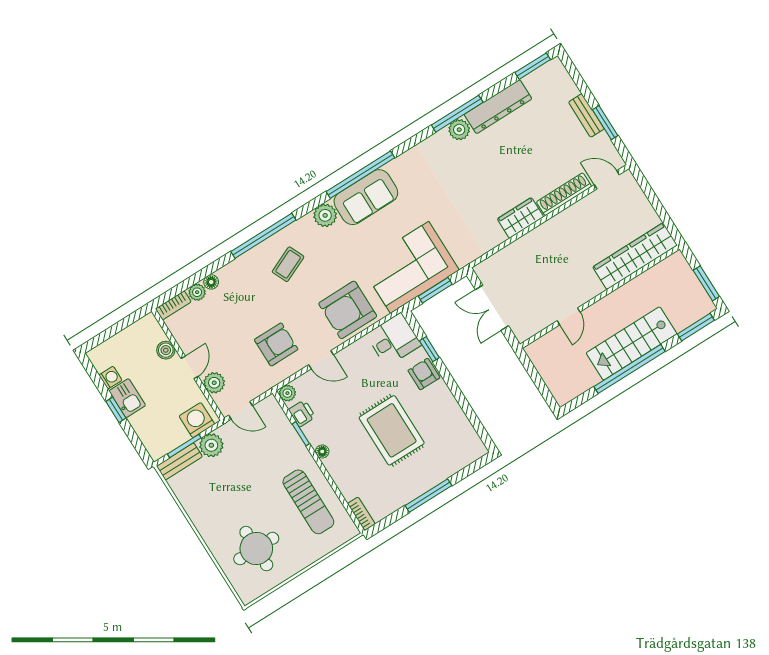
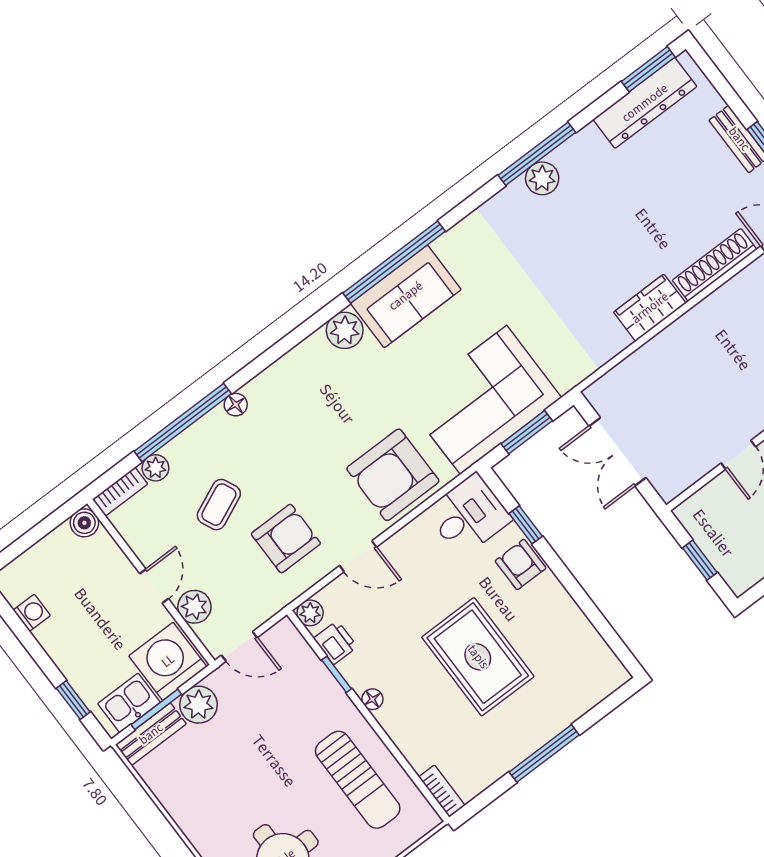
dresser: (498, 107) -> (645, 103), moved
window: (263, 236) -> (183, 423), moved
coffee table: (288, 264) -> (219, 505), moved
floor lamp: (211, 282) -> (236, 405), moved
boiler: (166, 350) -> (84, 523), moved
window: (538, 381) -> (700, 560), added
kitchen sink: (127, 398) -> (129, 703), moved, turned -90
window: (116, 410) -> (73, 700), moved
washing machine: (197, 420) -> (168, 661), width x1.37, depth x1.37

